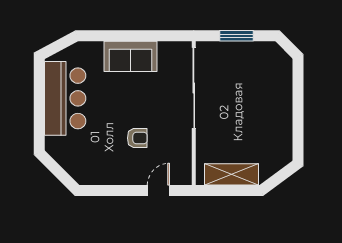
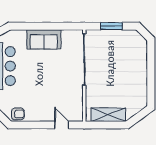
armchair: (137, 138) -> (18, 114), moved
door: (158, 190) -> (62, 125), hinge flipped

